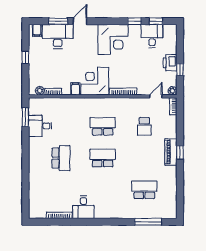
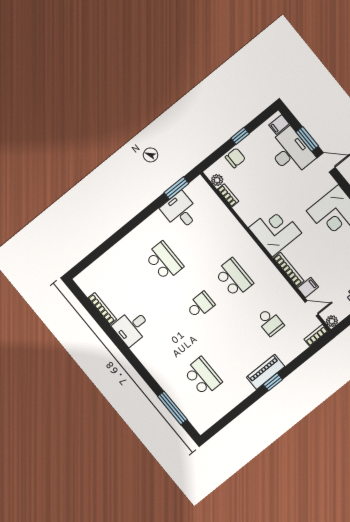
chair: (36, 70) -> (235, 158), added
filing cabinet: (75, 89) -> (308, 288), moved
school desk: (144, 126) -> (270, 322), turned -90
school desk: (61, 158) -> (164, 261), turned -90
school desk: (103, 158) -> (200, 305), width x0.54

